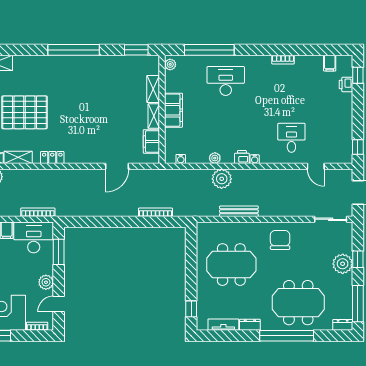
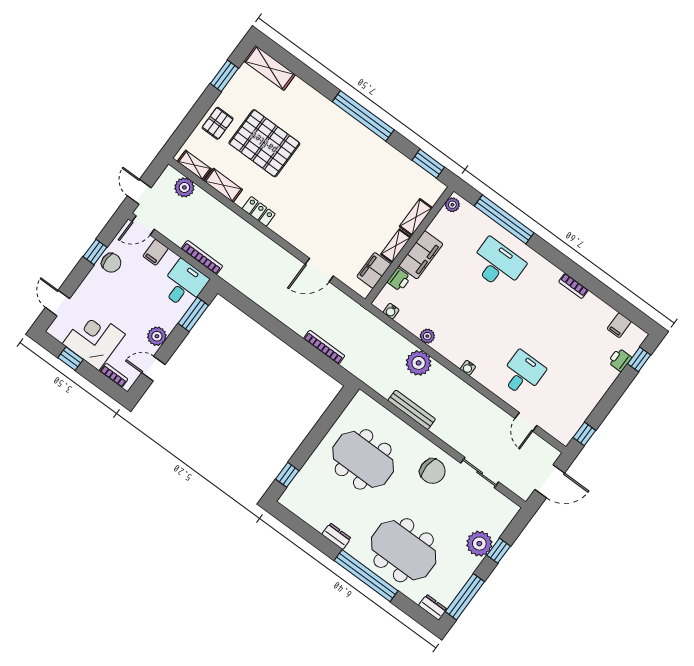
printer: (242, 157) -> (399, 280), moved, turned 90
sliding door: (331, 219) -> (480, 473), moved
desk: (34, 237) -> (184, 284), width x0.73
chair: (280, 240) -> (433, 471), turned 93
tv unit: (223, 325) -> (309, 516), removed

